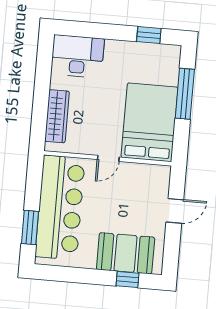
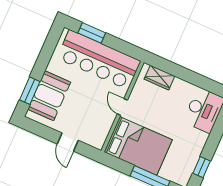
wardrobe: (57, 116) -> (159, 78), width x0.67
window: (128, 279) -> (30, 91), width x1.50

